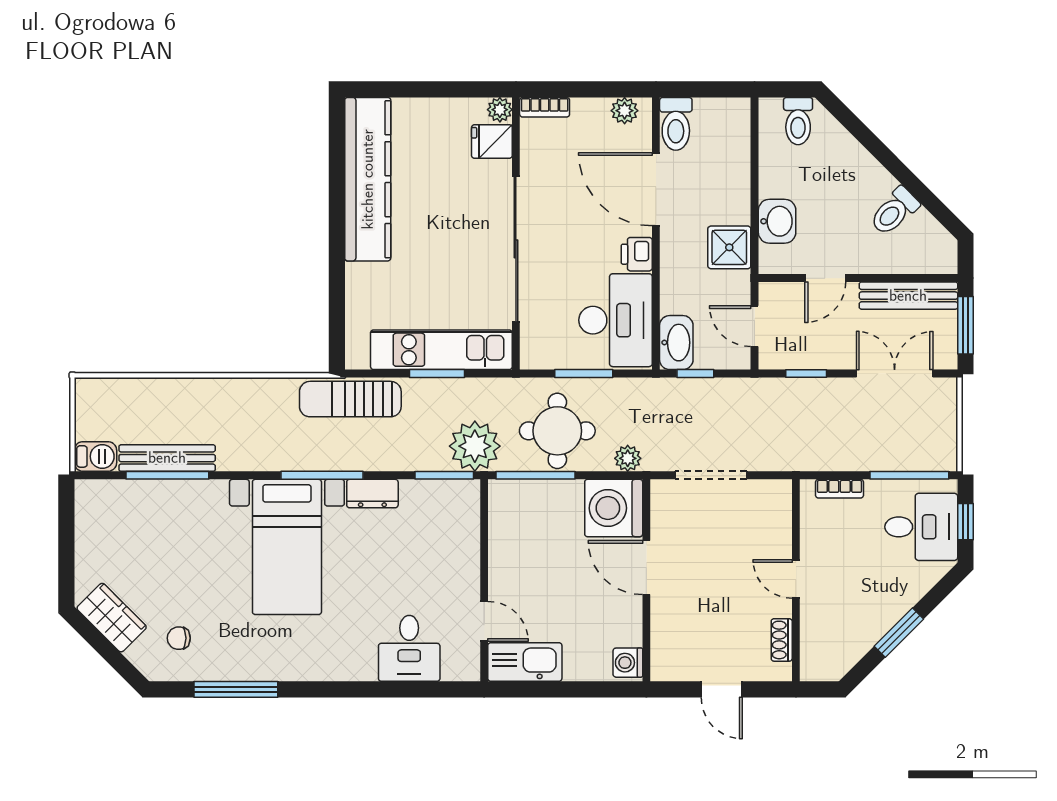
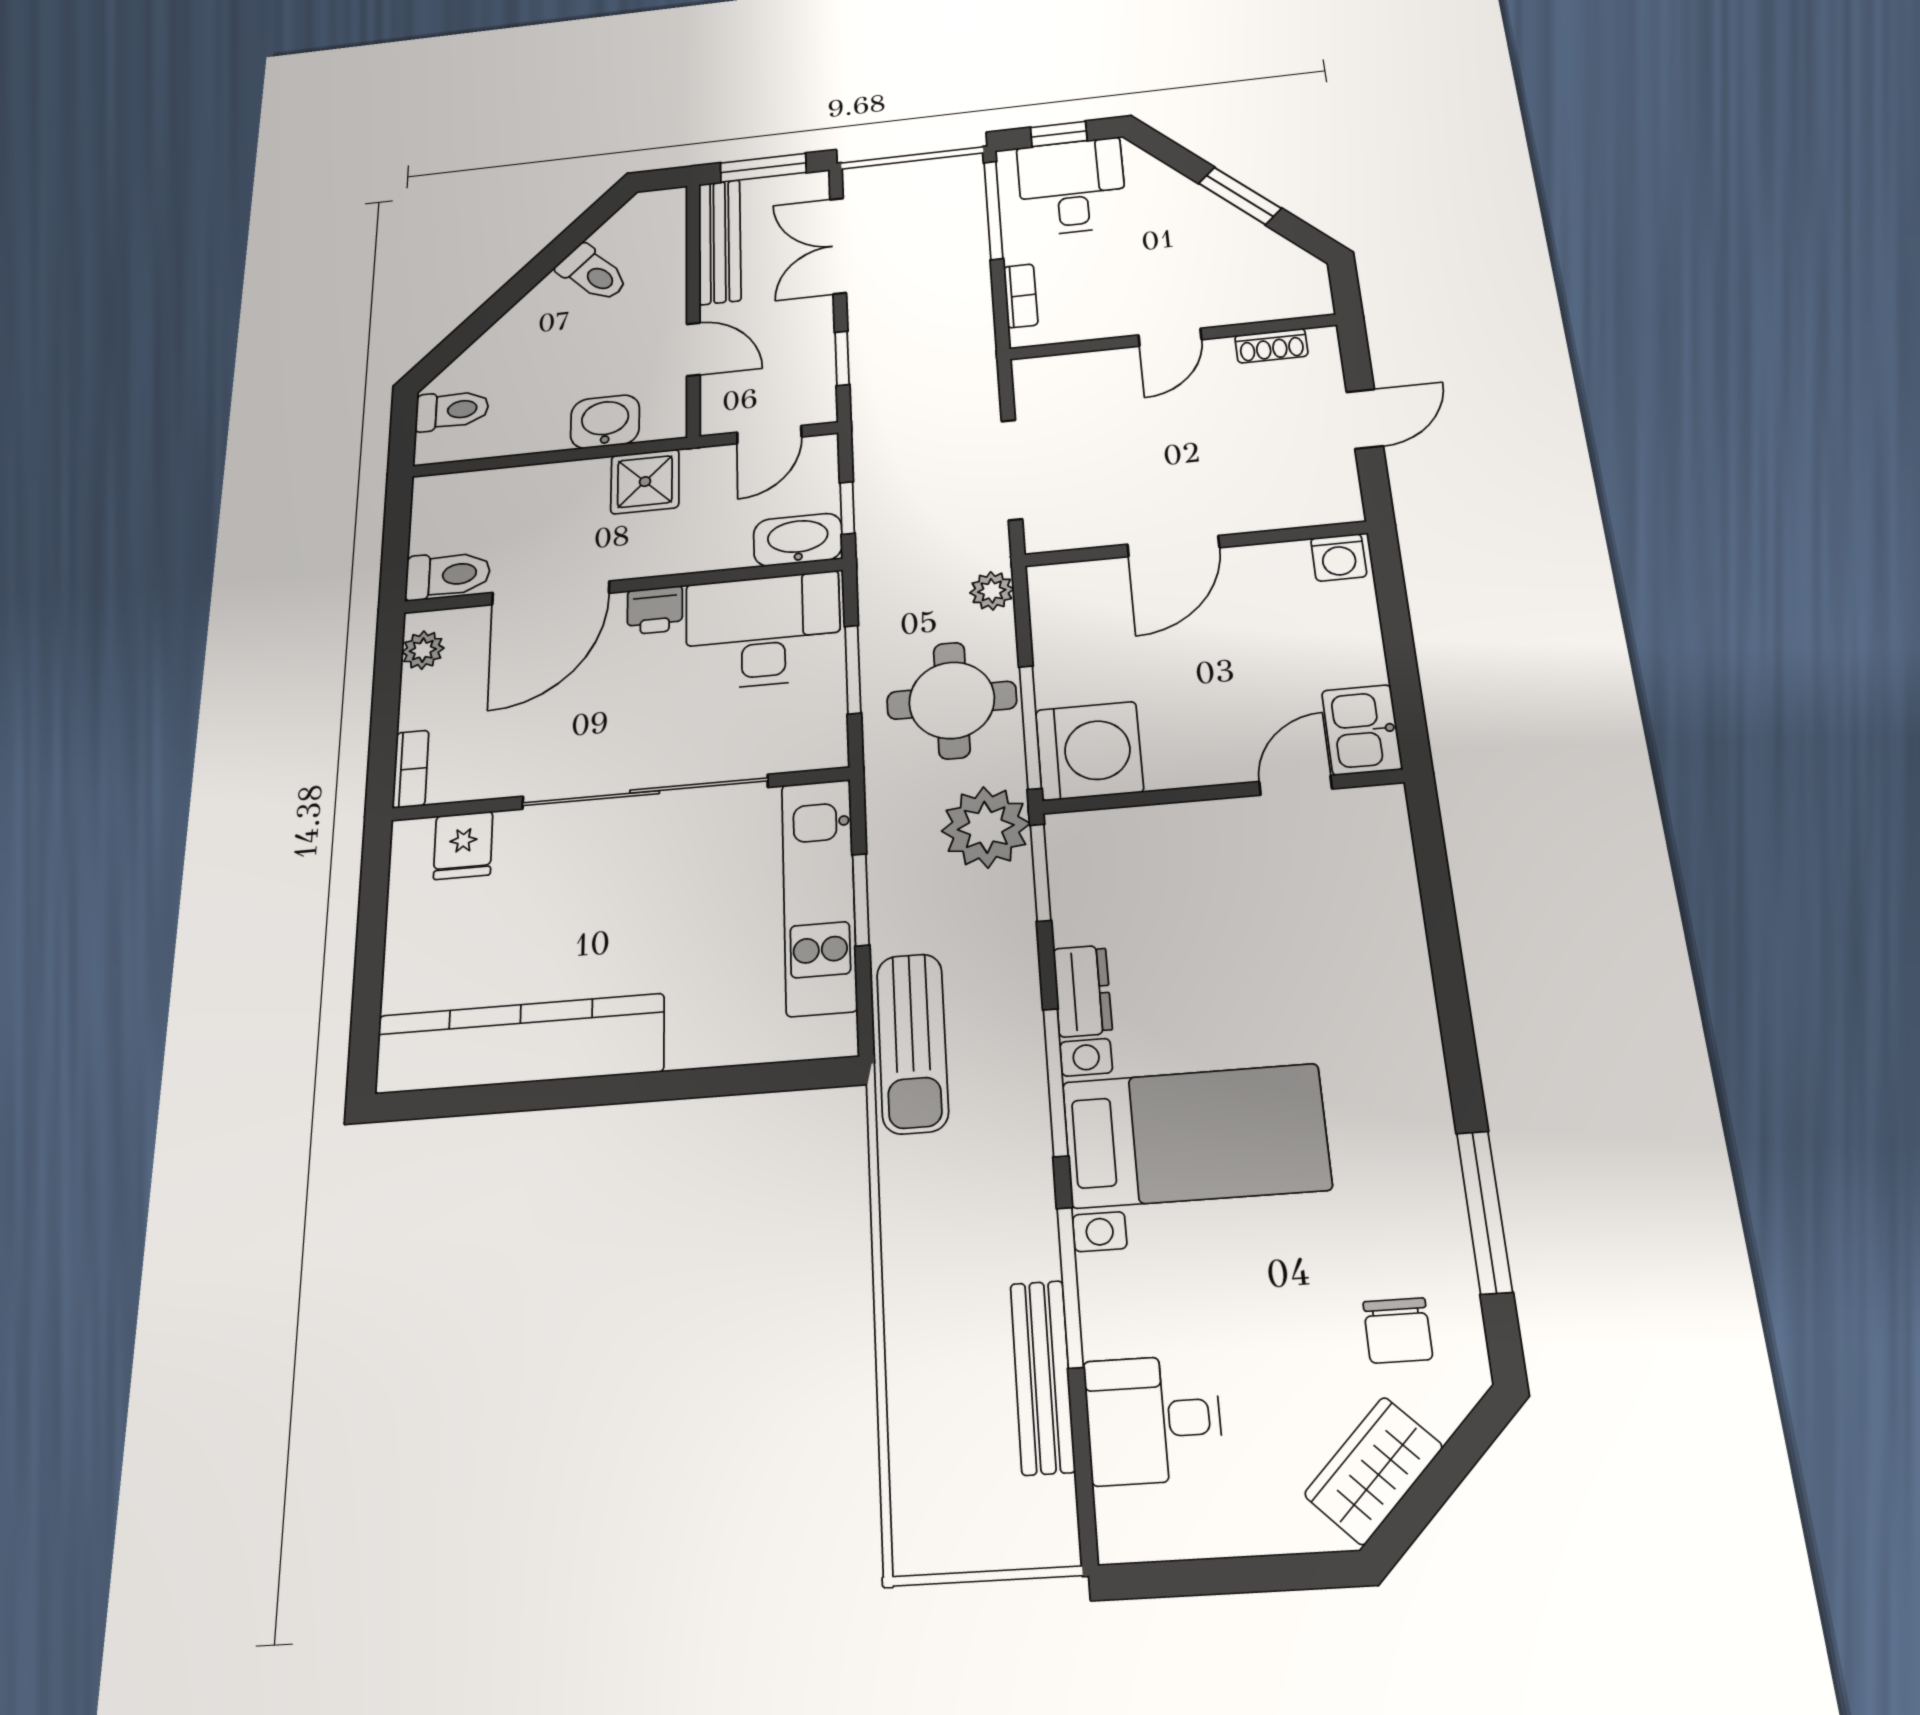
plant: (500, 110) -> (411, 838), removed
barbecue: (95, 456) -> (1049, 1524), removed
window: (167, 475) -> (1070, 1287), moved
washing machine: (614, 508) -> (1089, 751), moved, turned -90
chair: (179, 638) -> (1398, 1330), width x1.37, depth x1.37
desk: (409, 648) -> (1153, 1420), moved, turned 180
kitchen sink: (525, 662) -> (1362, 730), width x0.73

